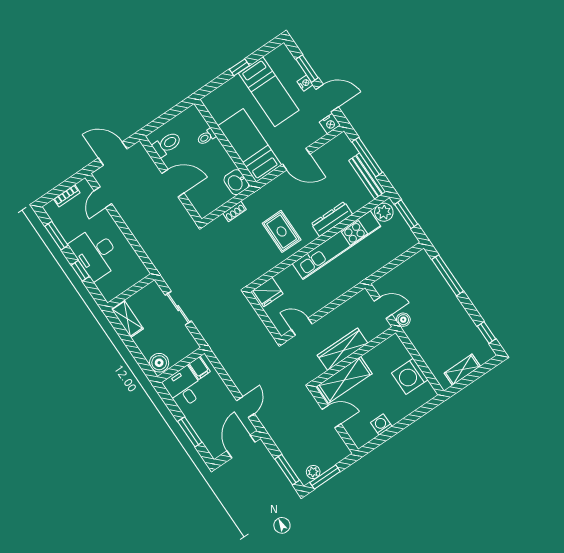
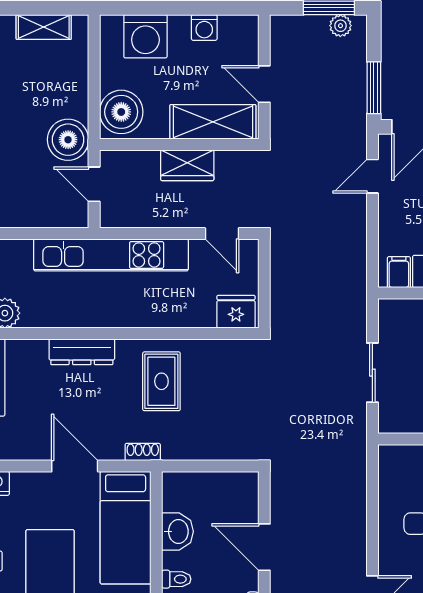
washbasin: (236, 182) -> (177, 531), moved
shoe rack: (235, 211) -> (143, 452), moved
kitchen unit: (337, 245) -> (111, 255), moved, turned 180
boiler: (403, 320) -> (68, 140), width x1.86, depth x1.86
wardrobe: (343, 349) -> (187, 165), width x0.67
boiler: (394, 353) -> (121, 112), added
washing machine: (410, 376) -> (145, 36), moved, turned 90
window: (287, 470) -> (374, 88), moved

